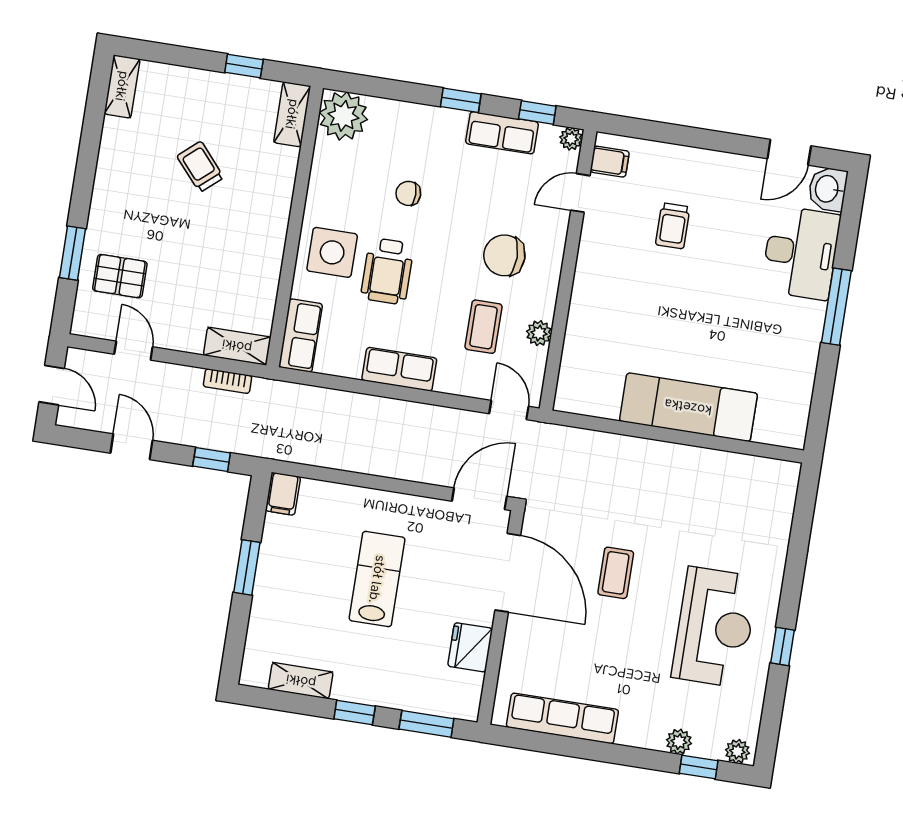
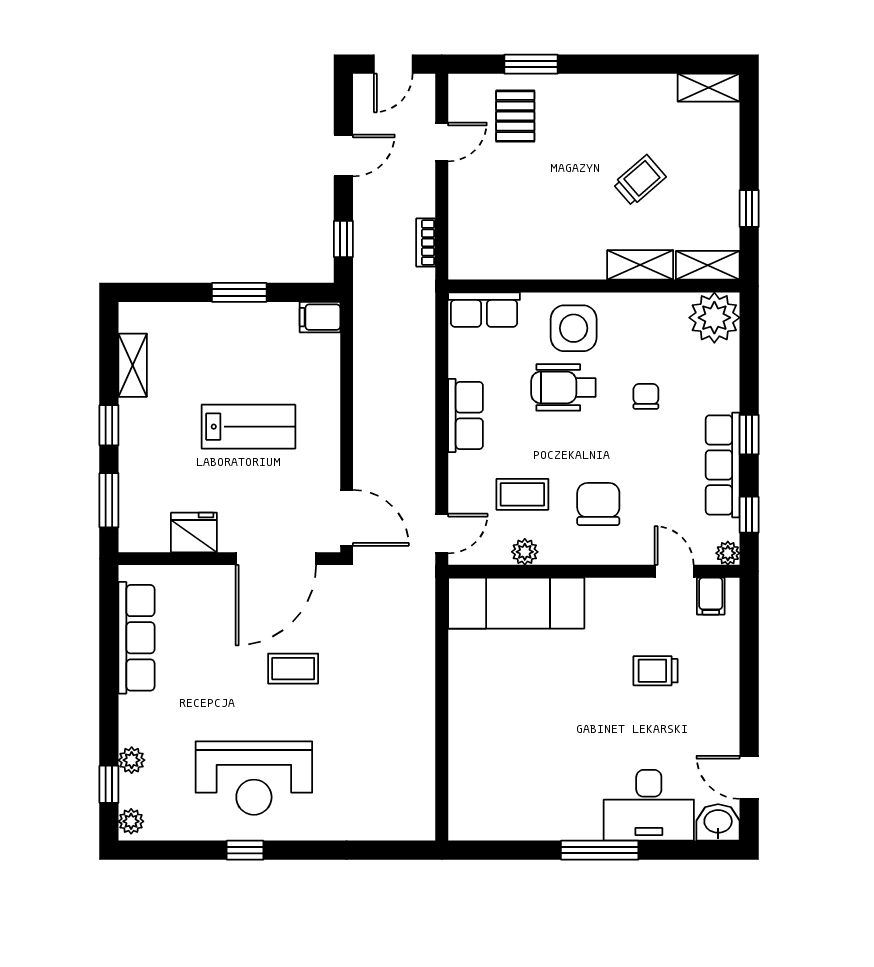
row of seats: (502, 133) -> (723, 465), width x1.48
shelving: (237, 346) -> (640, 265), moved, turned 90
exam couch: (688, 407) -> (516, 603), moved, turned 90

